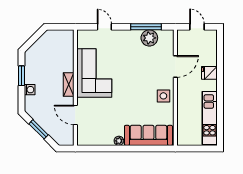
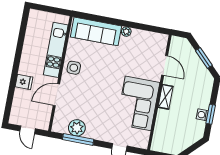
washing machine: (30, 90) -> (202, 115), moved
kitchen unit: (210, 118) -> (56, 50), moved, turned 180

